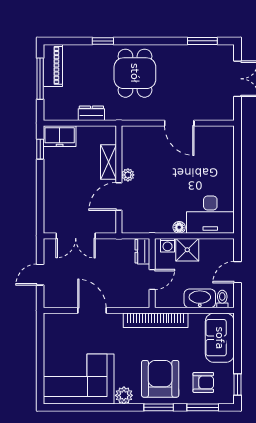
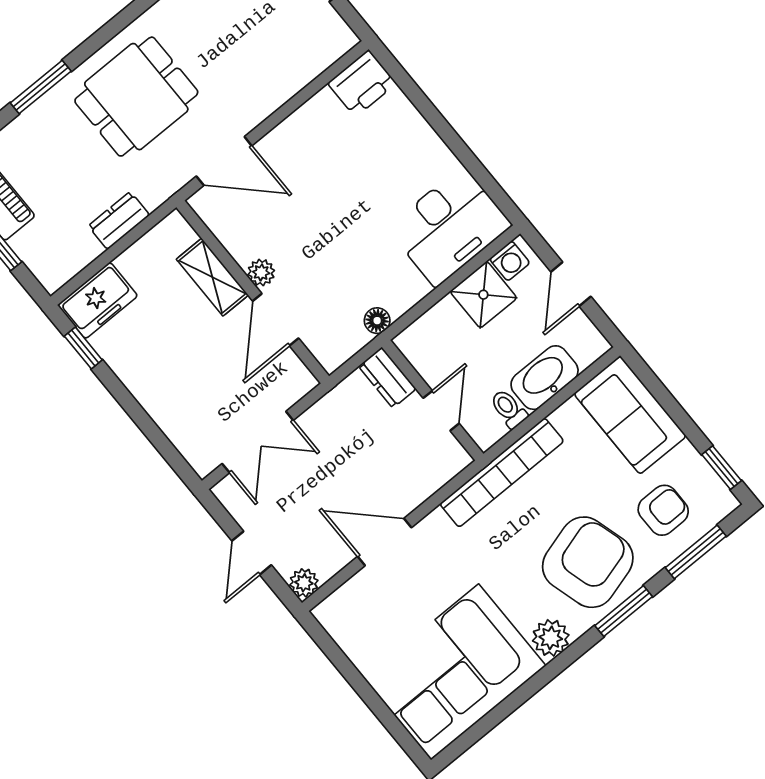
window: (103, 41) -> (41, 87), width x1.50
dining table: (135, 73) -> (136, 97), turned 90
door: (179, 123) -> (224, 161), moved
printer: (221, 136) -> (362, 83), added
floor lamp: (179, 227) -> (377, 321), moved
washing machine: (168, 245) -> (510, 261), moved
shower: (187, 250) -> (483, 295), moved
toilet: (222, 299) -> (509, 409), moved
plant: (50, 301) -> (304, 583), added
armchair: (160, 379) -> (588, 562), turned 74

